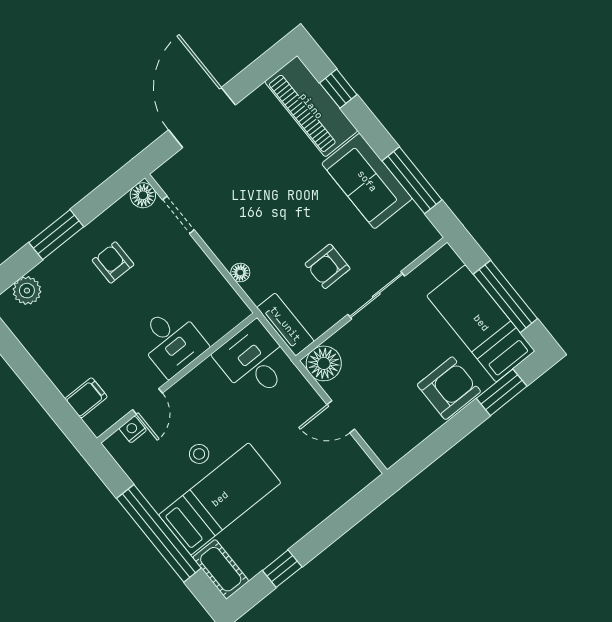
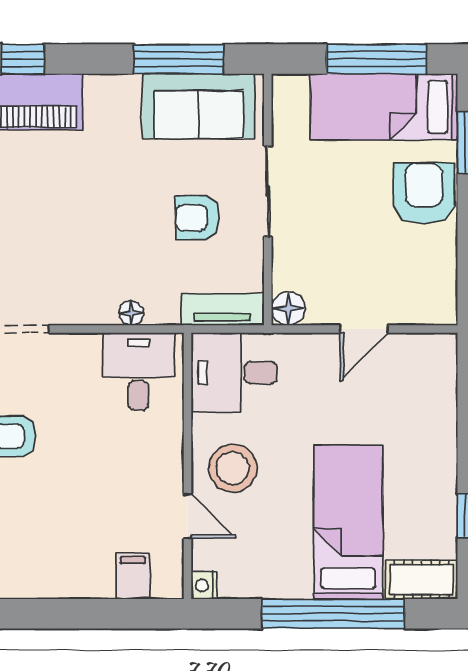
sofa: (367, 181) -> (199, 106), moved
armchair: (328, 266) -> (198, 218), turned 90
desk: (172, 341) -> (138, 371), moved, turned -90
floor lamp: (324, 363) -> (288, 309), width x0.73, depth x0.73
nightstand: (133, 429) -> (204, 585), moved
stool: (199, 454) -> (233, 468), moved, width x1.89, depth x1.89

